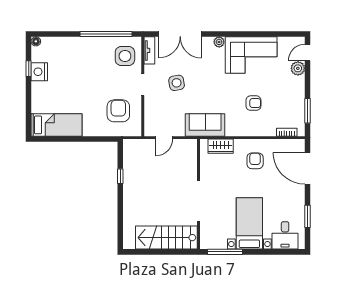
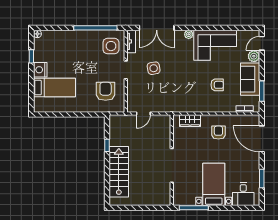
nightstand: (39, 72) -> (40, 70), moved
bed: (56, 125) -> (54, 88), moved
sofa: (205, 125) -> (250, 79), moved, turned -90
stairs: (166, 238) -> (119, 172), moved, turned 90

